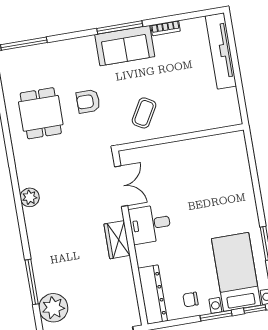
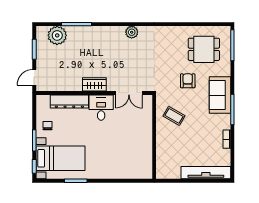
sofa: (125, 46) -> (220, 95), moved
dining table: (41, 113) -> (204, 49), moved
dresser: (153, 295) -> (69, 101), moved

